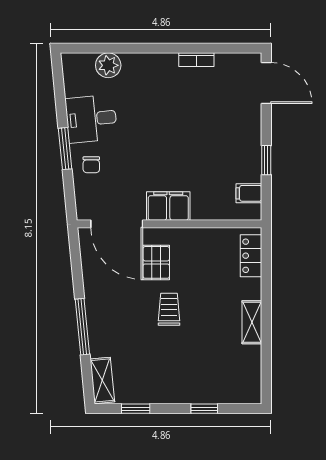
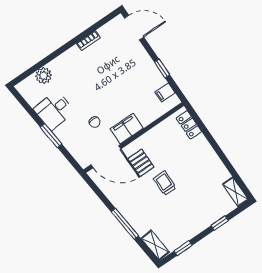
chair: (91, 165) -> (95, 122), moved
shelving: (252, 322) -> (235, 192), moved

